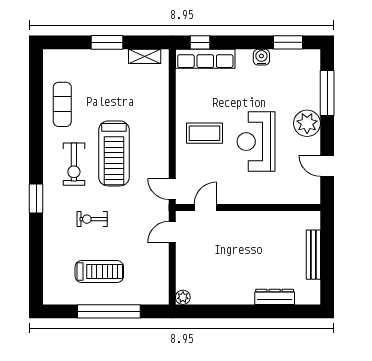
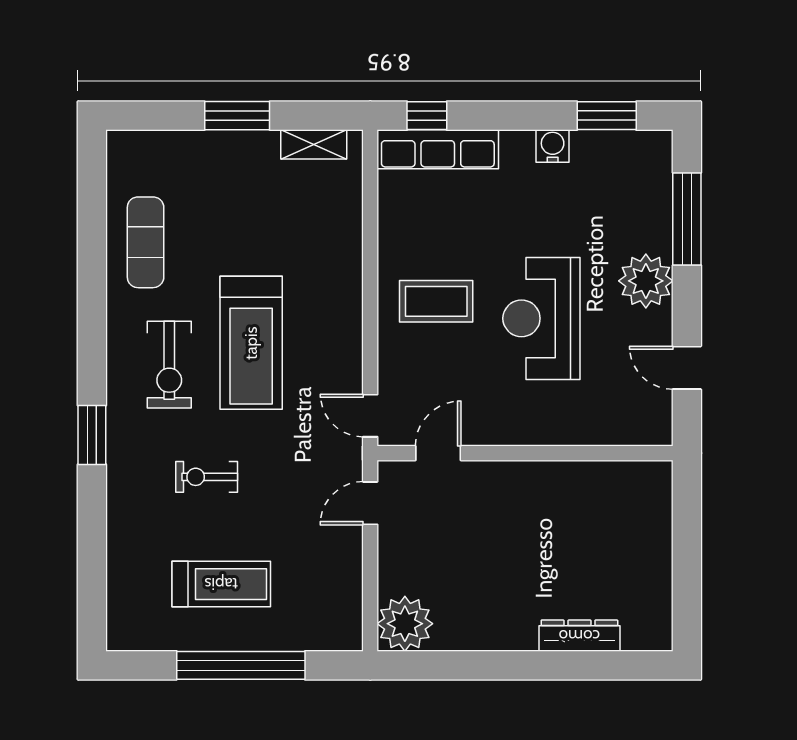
bench: (313, 255) -> (659, 549), removed
plant: (183, 297) -> (405, 624), width x1.87, depth x1.87

